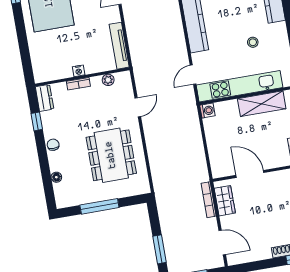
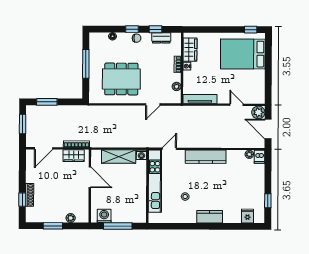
wardrobe: (56, 71) -> (190, 50), added
door: (193, 75) -> (169, 149), hinge flipped
dresser: (45, 98) -> (161, 38), moved
shelving: (262, 104) -> (119, 157), moved, turned 90
door: (138, 107) -> (153, 104), hinge flipped
window: (42, 153) -> (132, 29), added
door: (250, 174) -> (90, 177), hinge flipped

